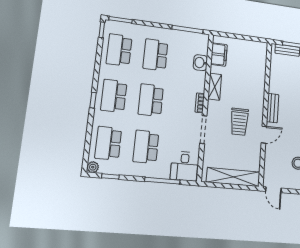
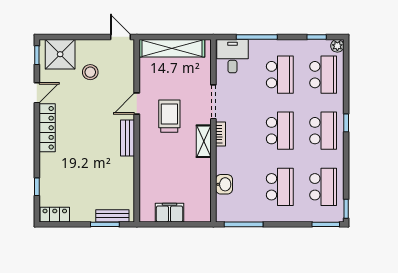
filing cabinet: (219, 55) -> (170, 213), moved, turned 90
shelving: (215, 87) -> (204, 141), moved

